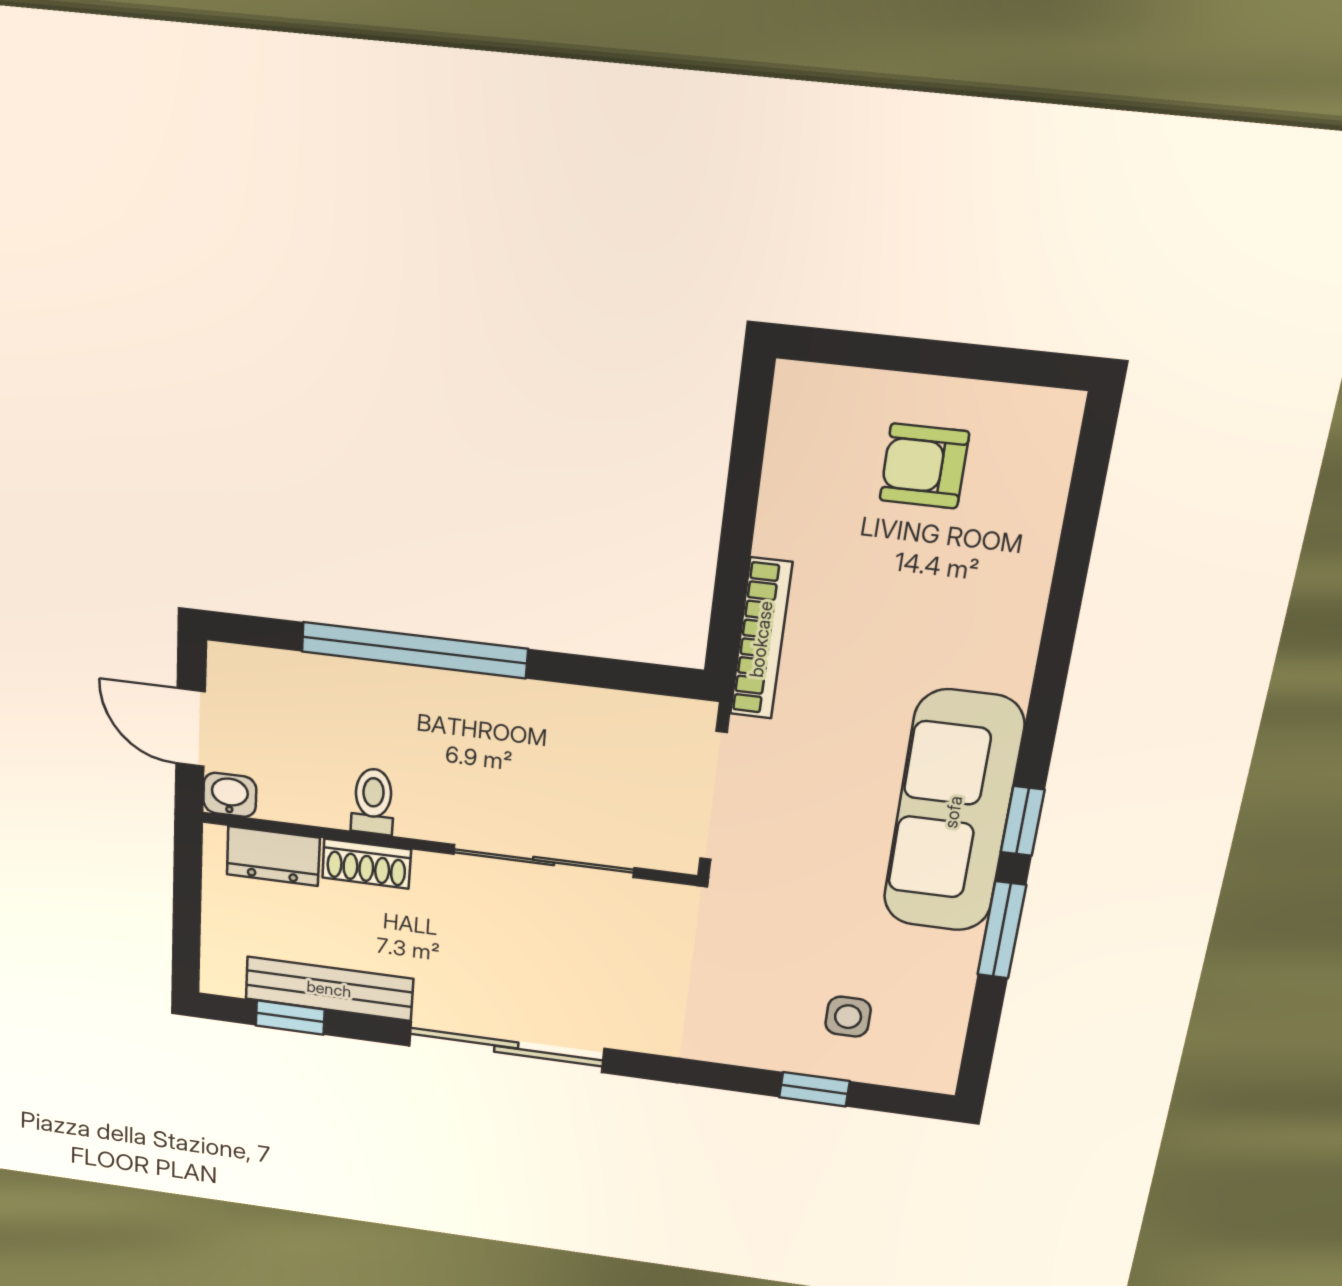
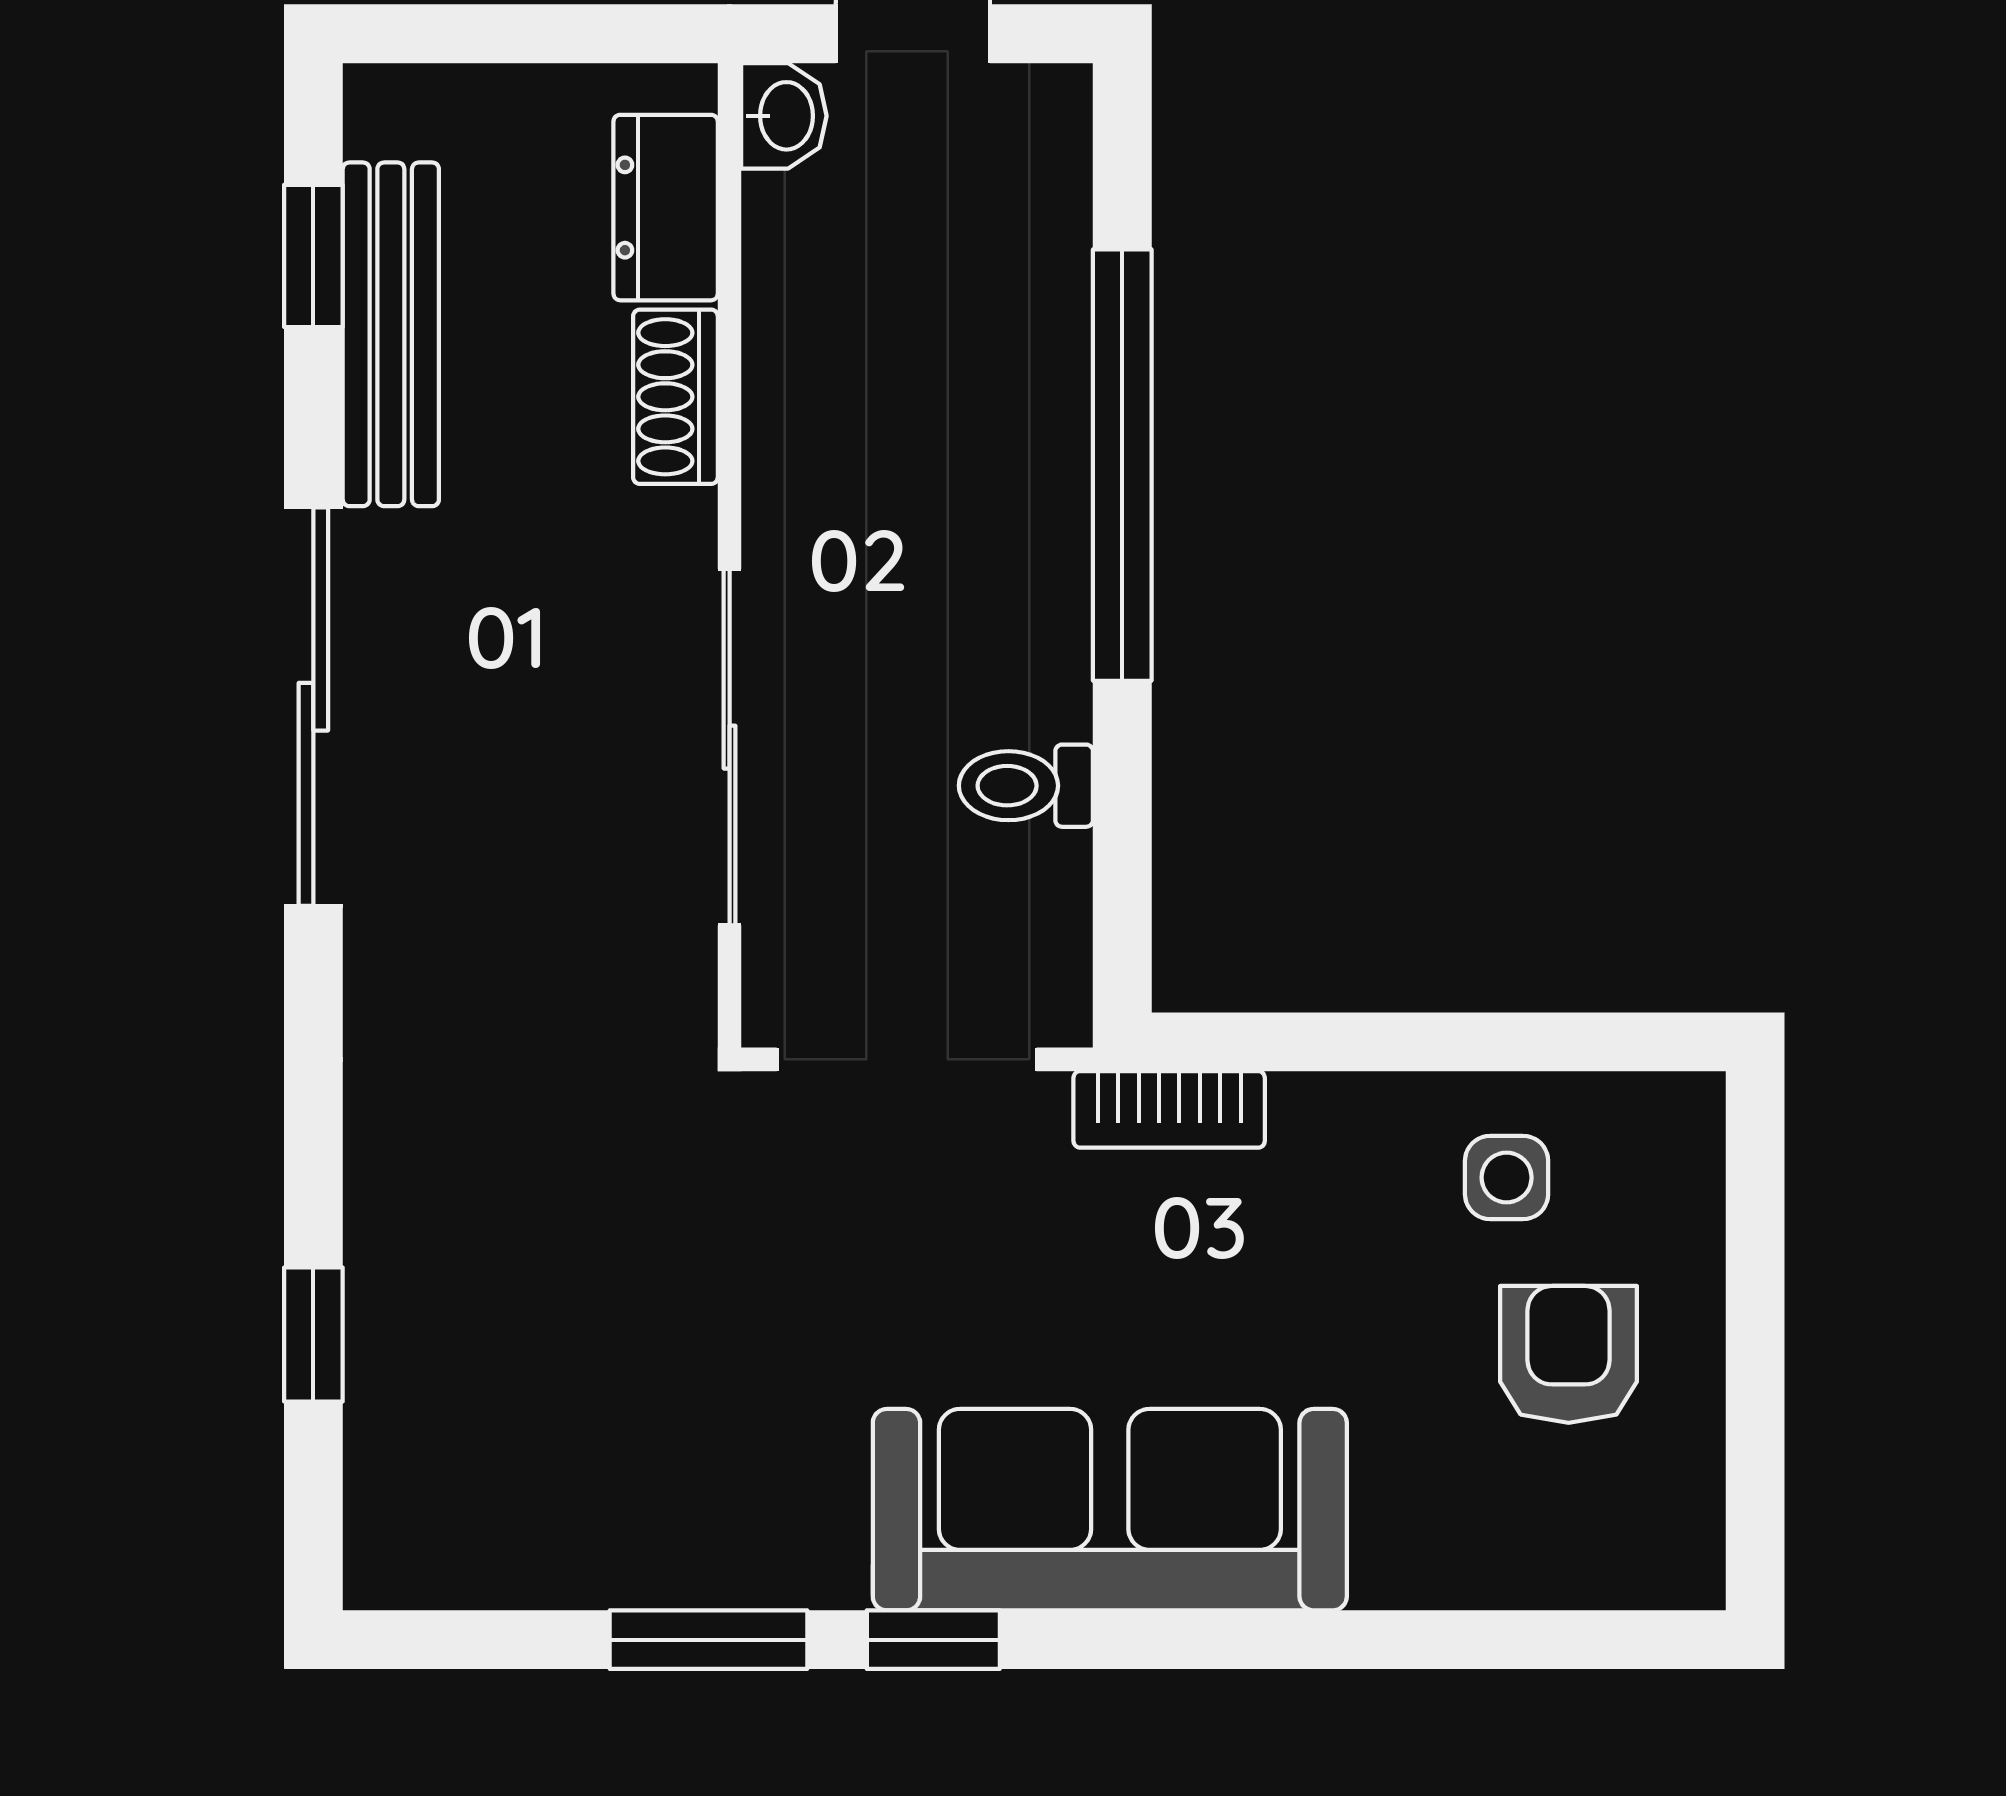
bookcase: (761, 639) -> (1169, 1109), width x0.64
toilet: (373, 801) -> (1026, 786), moved, turned 180
sofa: (953, 812) -> (1110, 1510), moved
side table: (848, 1017) -> (1507, 1178), moved

